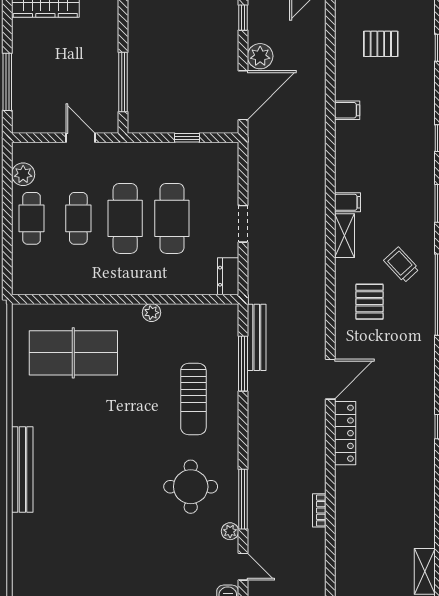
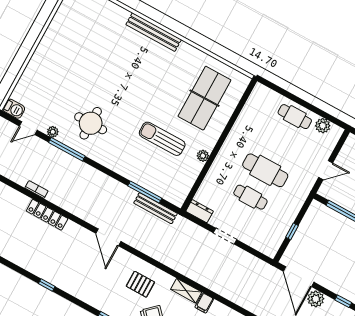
cafe table: (78, 218) -> (280, 143), removed
cafe table: (172, 218) -> (250, 197), width x0.73, depth x0.74
sun lounger: (193, 399) -> (162, 139), moved
locker: (345, 433) -> (47, 215), moved

